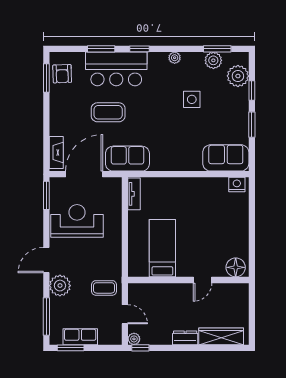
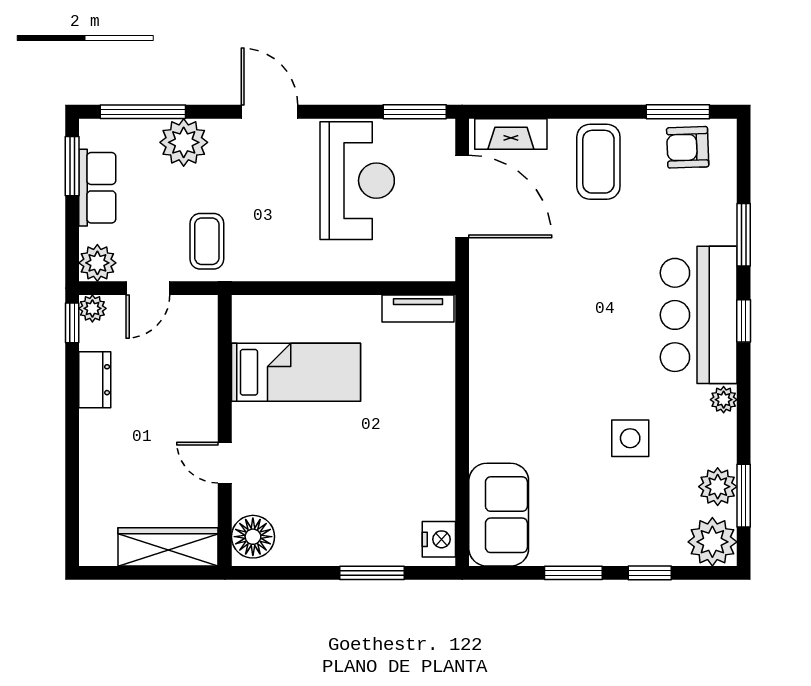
bar counter: (116, 69) -> (699, 315), moved
plant: (238, 76) -> (712, 542), moved
coffee table: (108, 112) -> (598, 162), moved
sofa: (127, 159) -> (497, 294), removed
window: (252, 214) -> (372, 573), added
plant: (60, 286) -> (184, 142), moved
wardrobe: (221, 336) -> (168, 547), moved, turned -90
plant: (114, 337) -> (97, 263), added
dresser: (185, 338) -> (95, 380), moved

